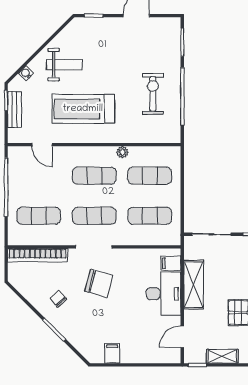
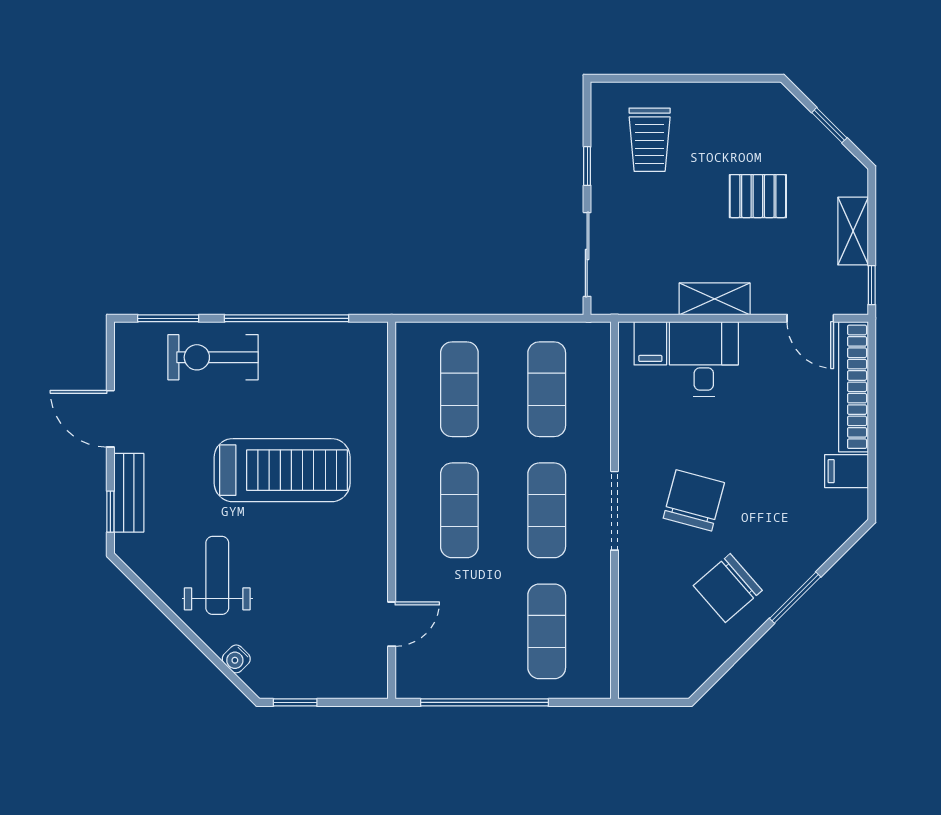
exercise bike: (153, 94) -> (213, 357), moved
bench: (15, 109) -> (129, 493), moved, turned 90
treadmill: (83, 109) -> (282, 470), moved, turned -90
plant: (122, 152) -> (408, 449), removed
bookcase: (38, 255) -> (853, 387), moved, turned 180
shelving: (194, 285) -> (715, 299), width x0.67, depth x0.75
desk: (164, 294) -> (704, 359), width x0.73
chair: (59, 299) -> (728, 588), width x1.87, depth x1.87

